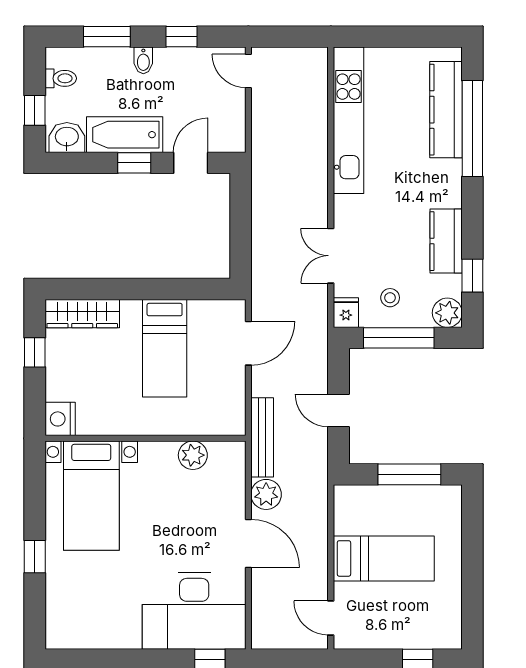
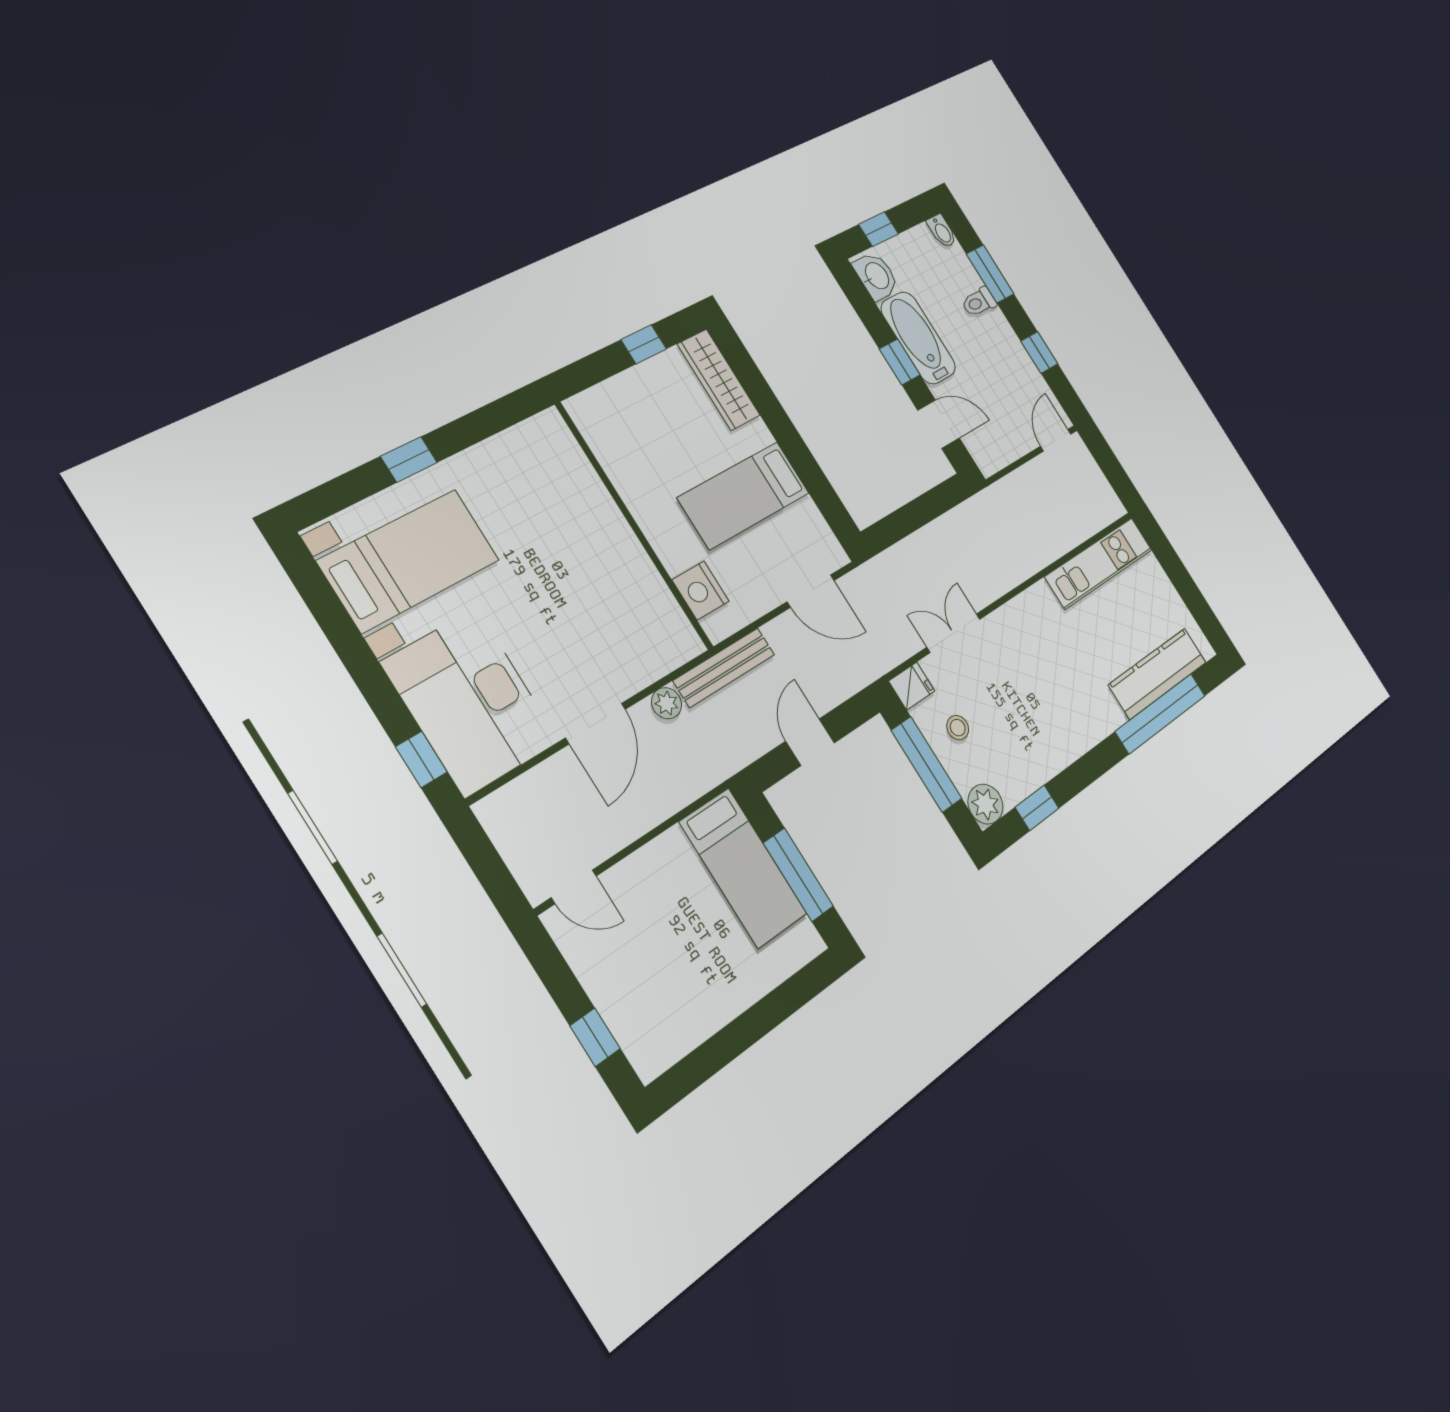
bidet: (143, 60) -> (942, 231), moved, turned -90
toilet: (61, 78) -> (979, 302), moved, turned 90
kitchen unit: (349, 120) -> (1099, 563), width x0.73
kitchen counter: (446, 241) -> (1049, 755), removed
nightstand: (60, 419) -> (701, 591), moved, turned -90
plant: (193, 455) -> (652, 594), removed
plant: (266, 494) -> (667, 703), width x0.73, depth x0.73
bed with nightstands: (91, 496) -> (409, 560), moved, turned 180
bed: (384, 558) -> (743, 868), moved
door: (331, 618) -> (574, 887), swing flipped

